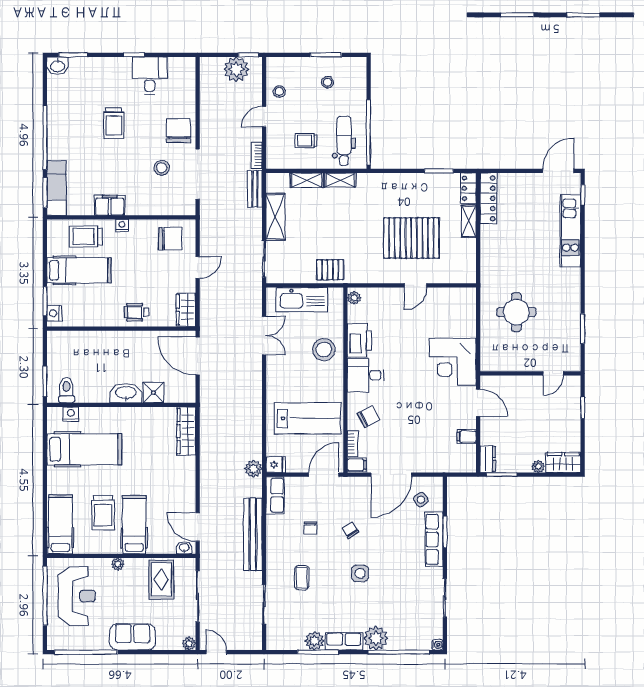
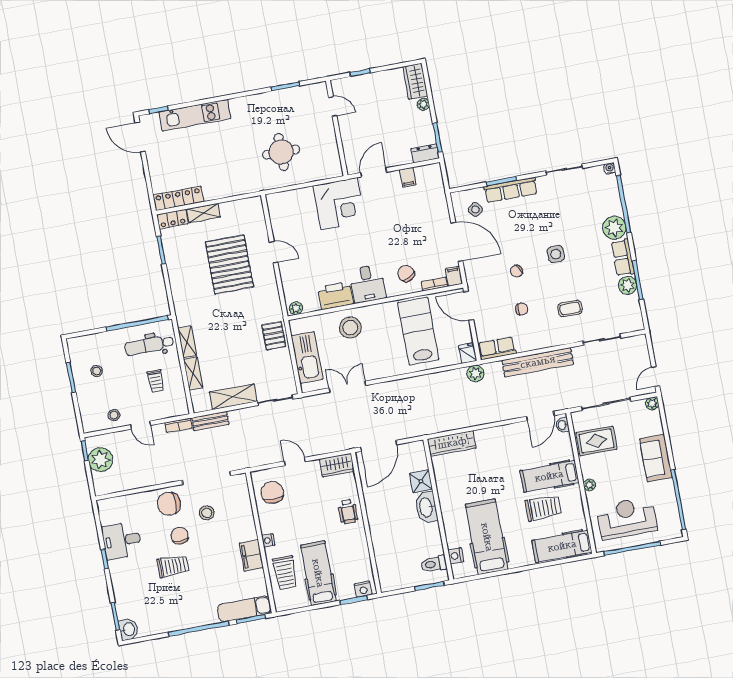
chair: (144, 136) -> (180, 536), added

